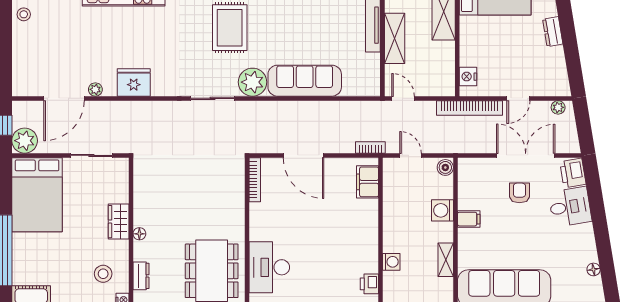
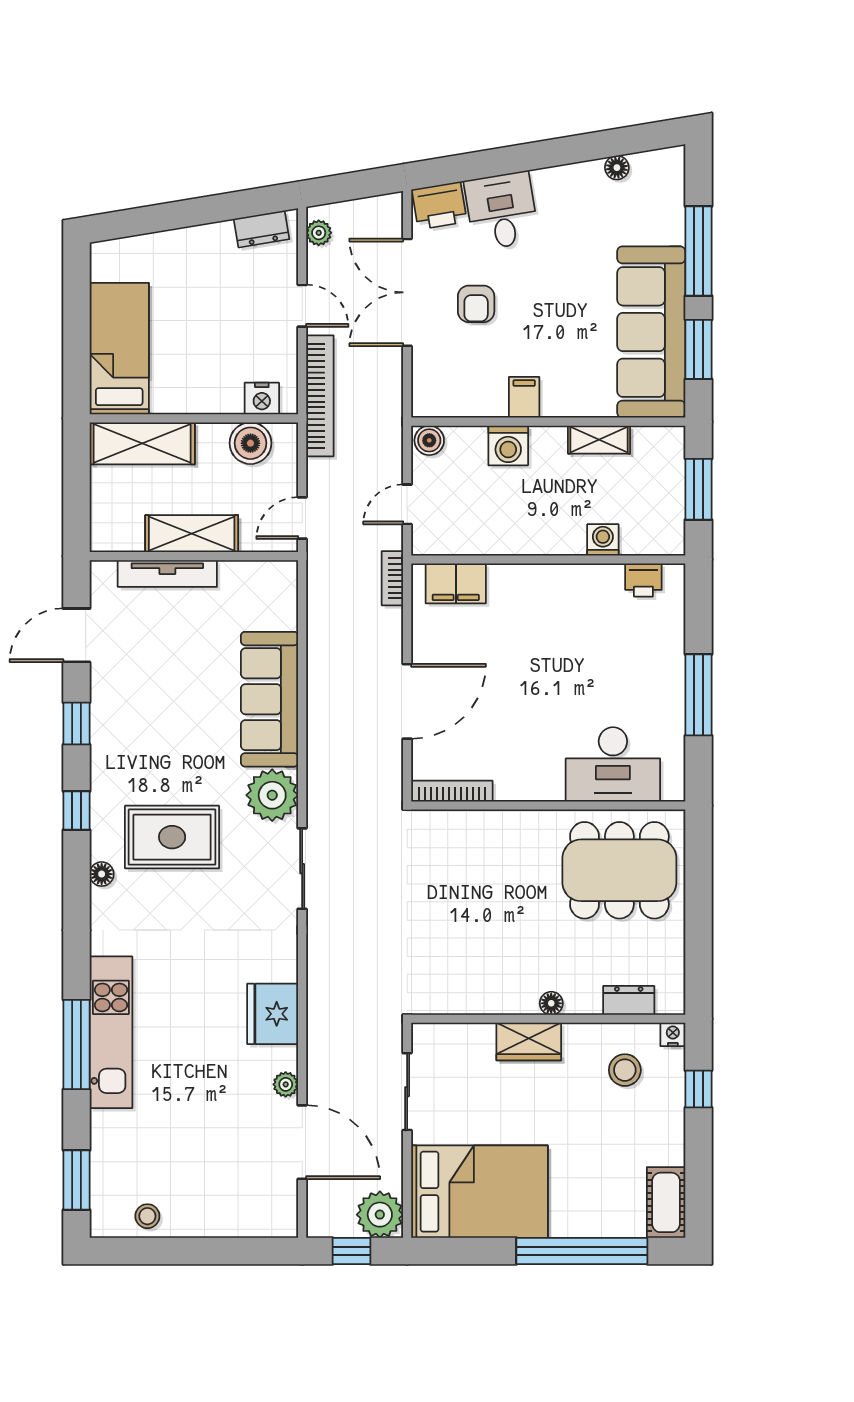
dresser: (553, 32) -> (262, 229), moved
boiler: (444, 70) -> (250, 443), added
armchair: (519, 193) -> (476, 304), turned -90

